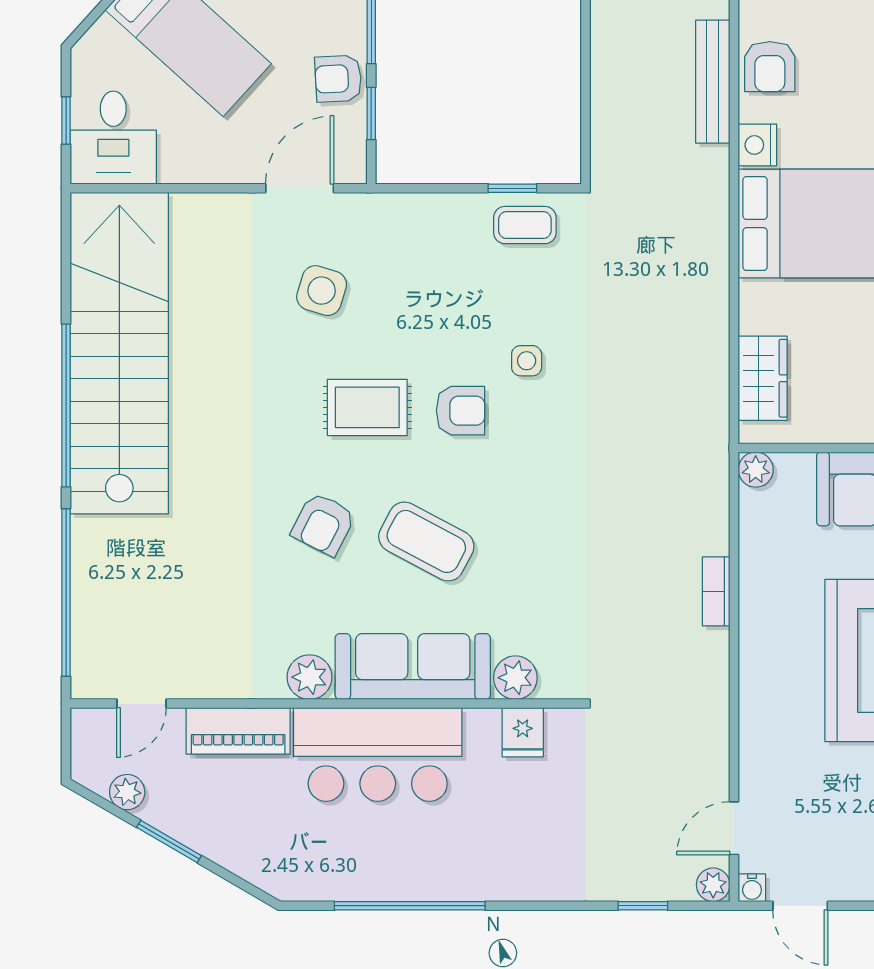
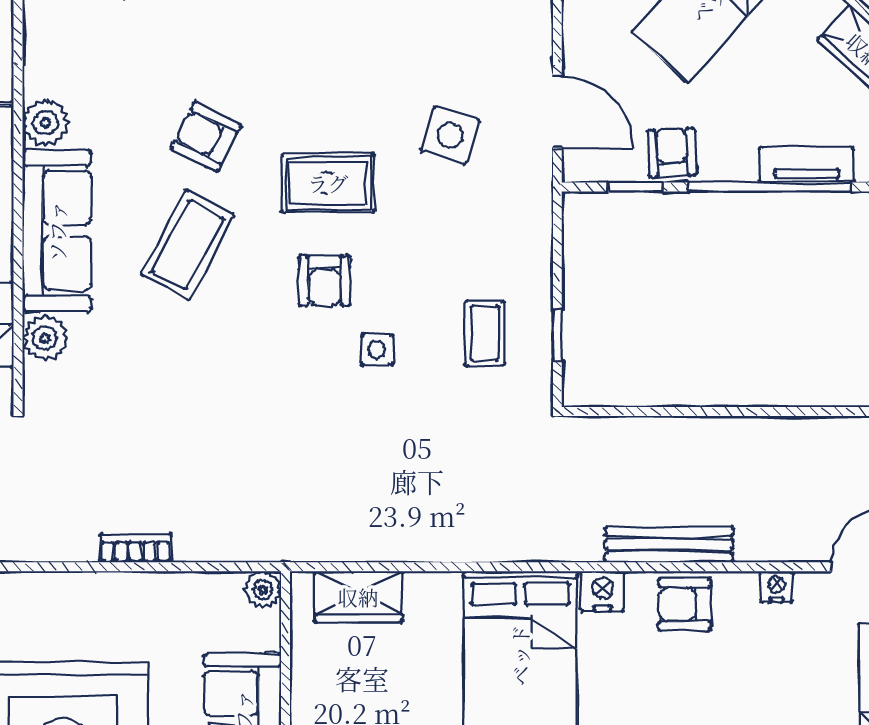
coffee table: (525, 225) -> (485, 333), moved
rug: (367, 407) -> (328, 183), turned 90

